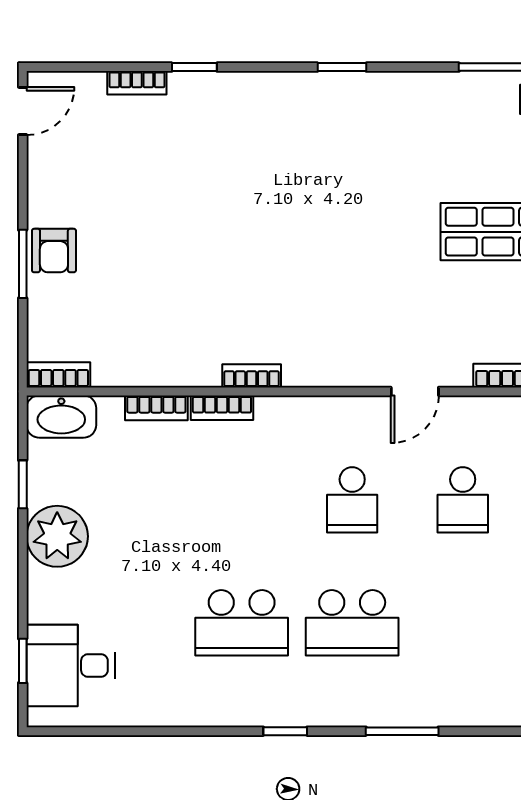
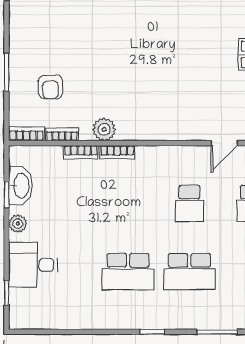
armchair: (54, 251) -> (50, 87), moved
plant: (198, 367) -> (104, 129), added
bookcase: (252, 376) -> (62, 134), moved
washbasin: (61, 417) -> (21, 186), moved, turned -90
plant: (57, 536) -> (18, 224), width x0.53, depth x0.53
desk: (71, 666) -> (33, 265), moved

